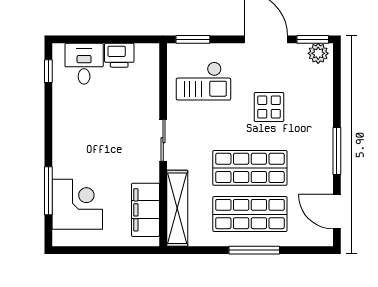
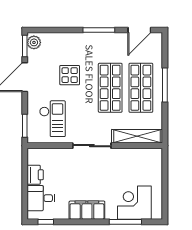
sliding door: (163, 140) -> (92, 146), width x1.37
filing cabinet: (146, 210) -> (87, 210), moved, turned 180

